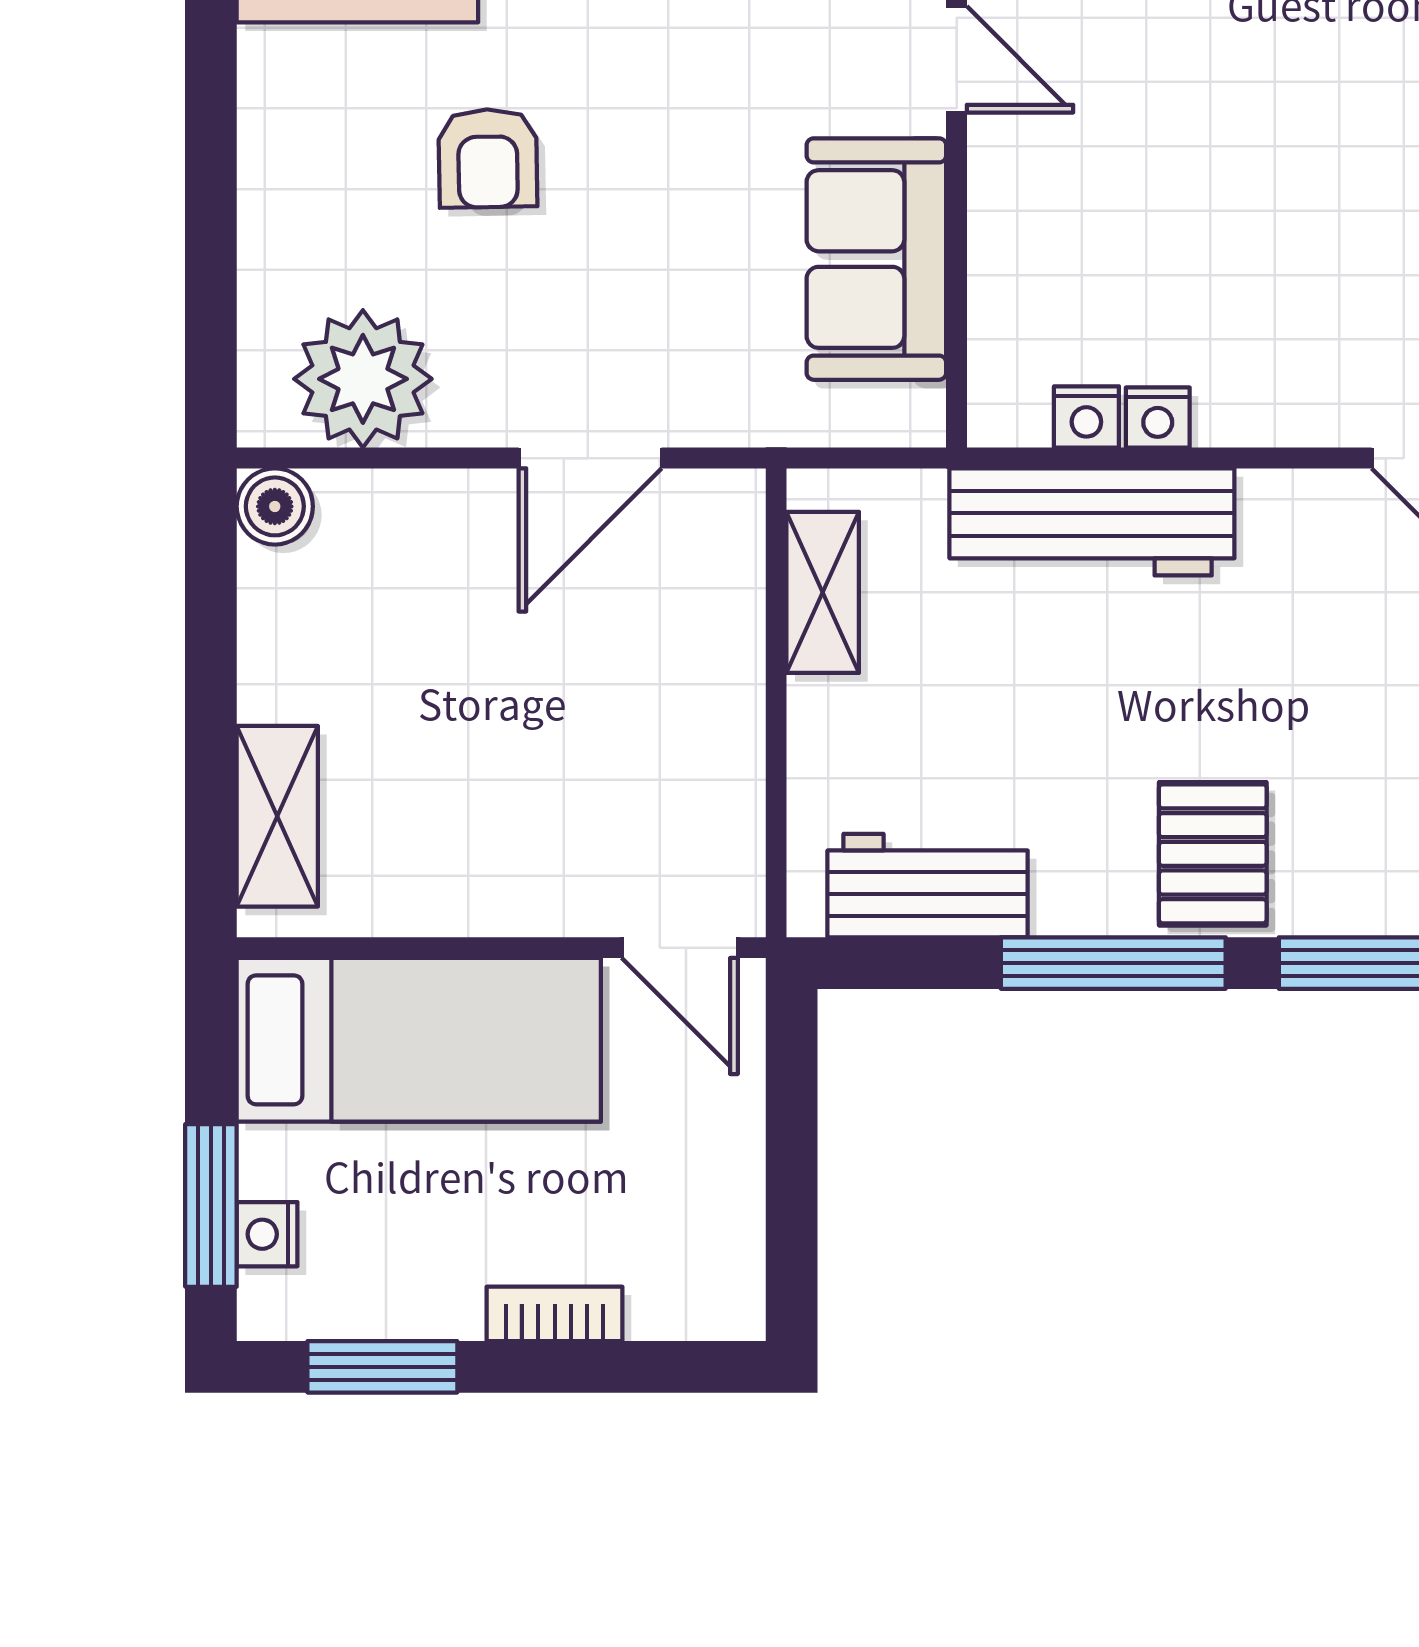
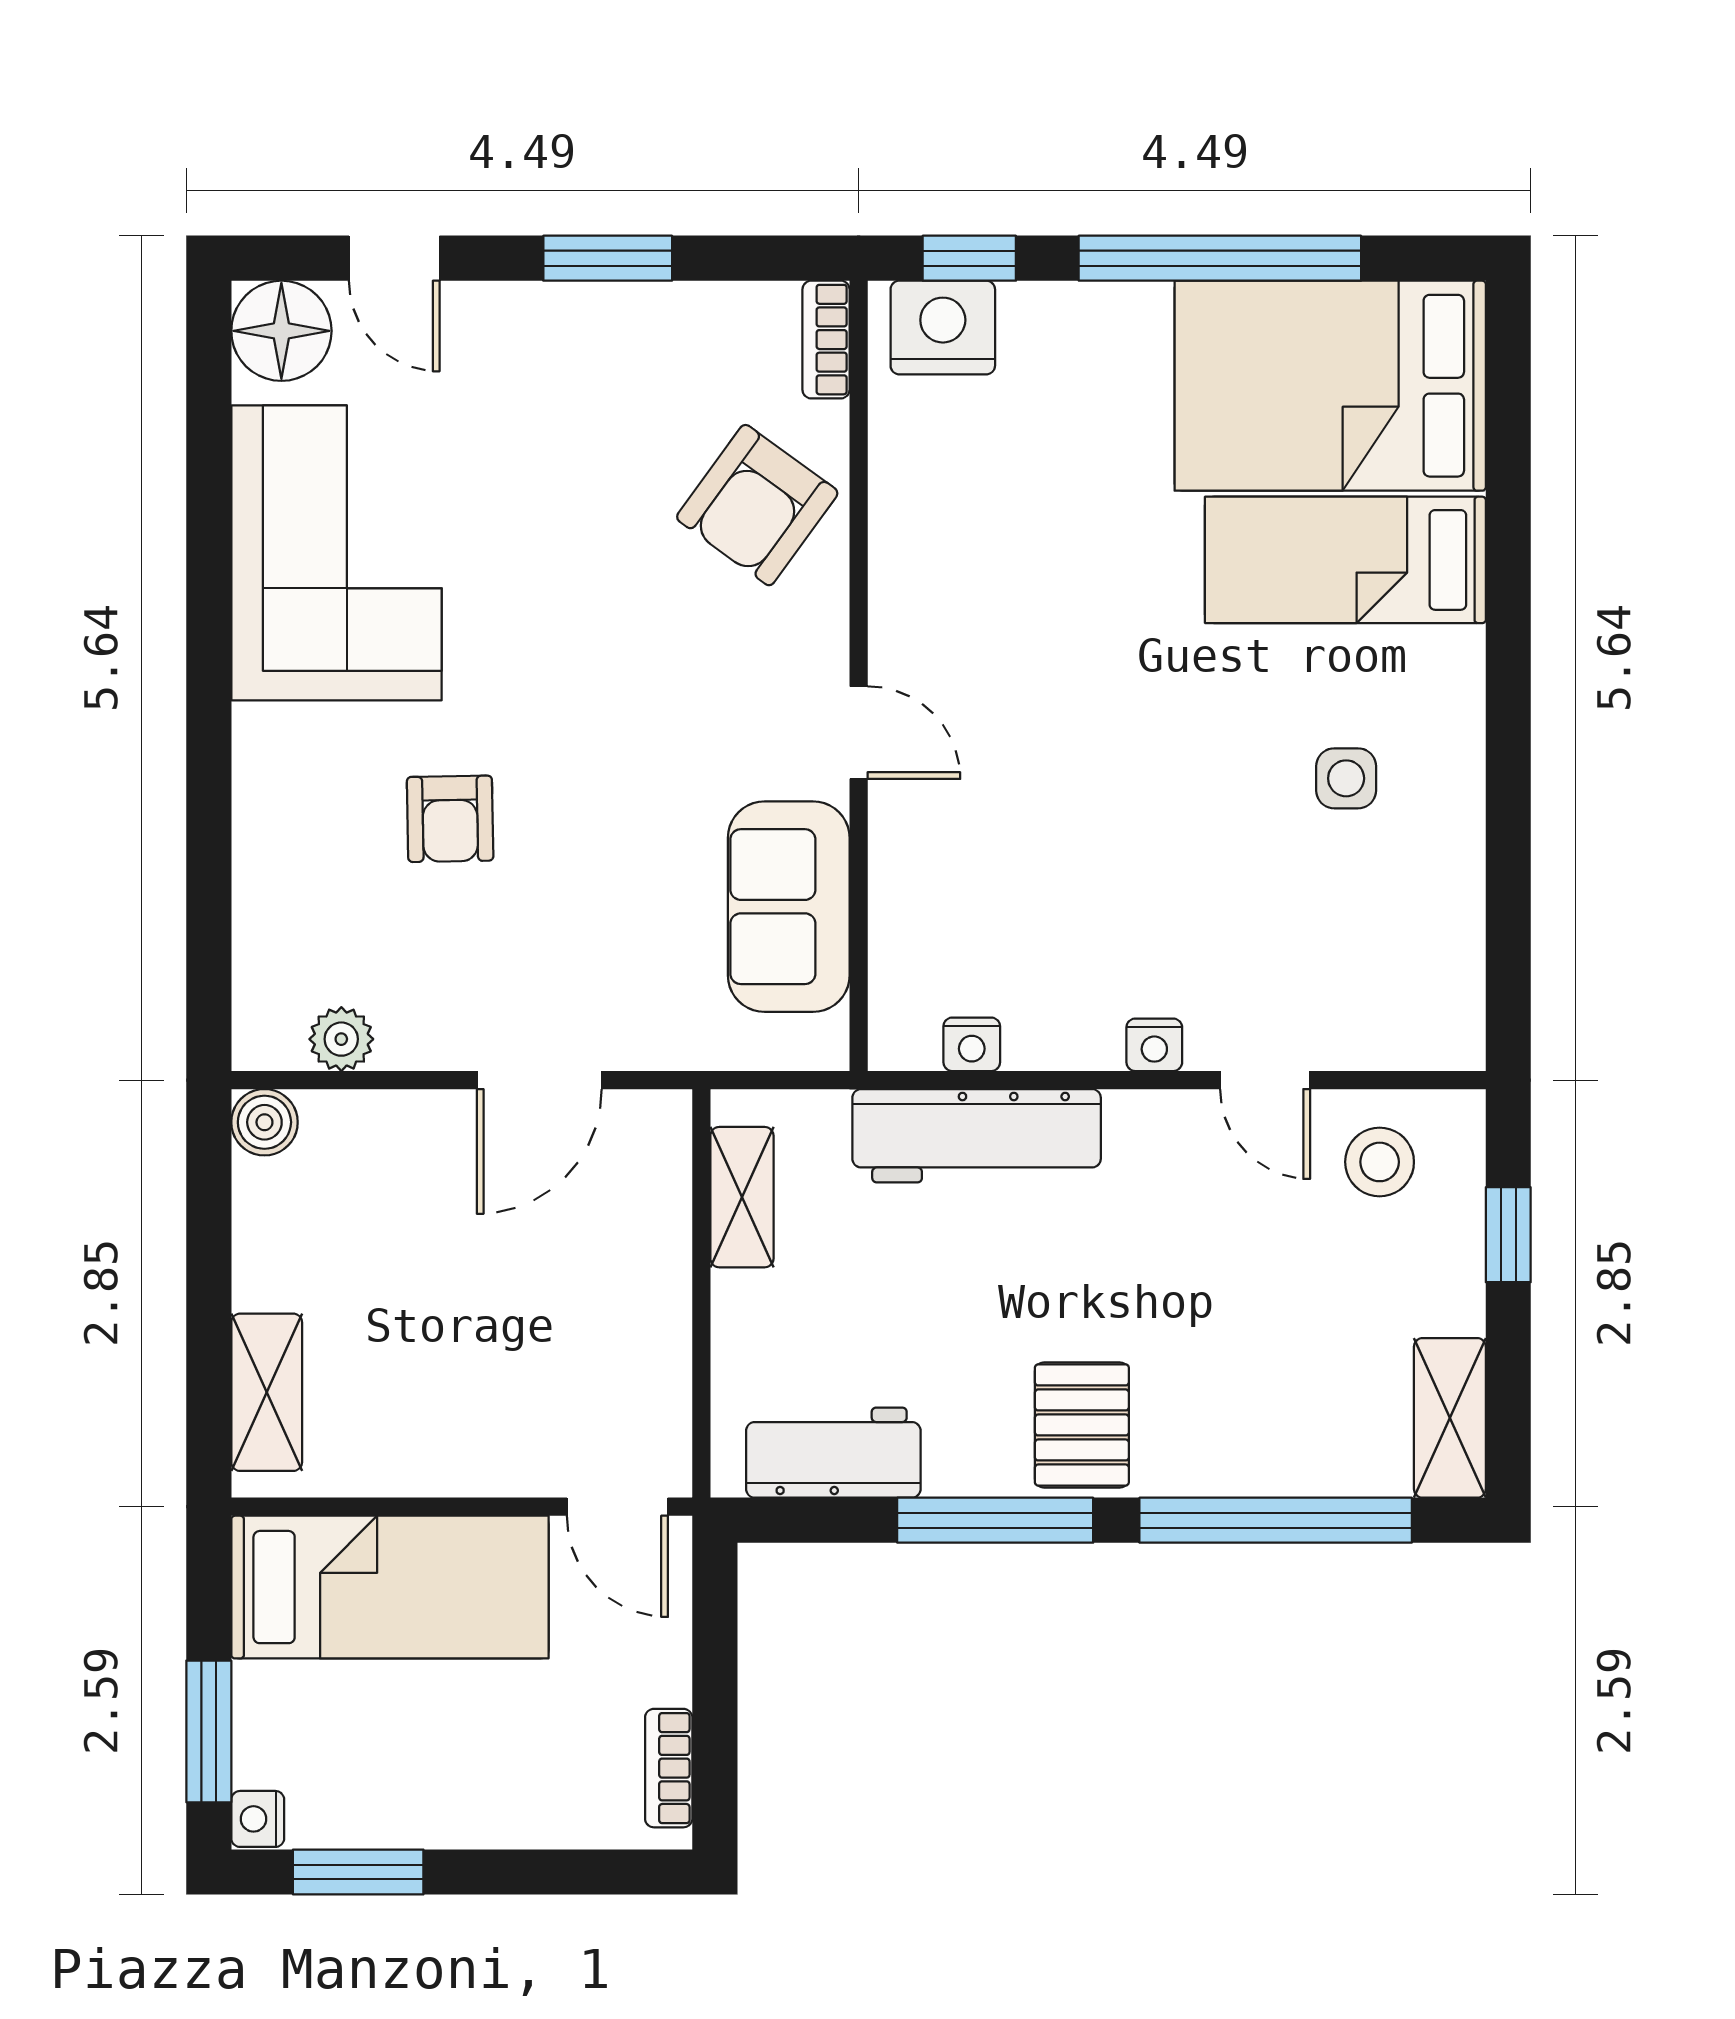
plant: (363, 379) -> (341, 1039), width x0.53, depth x0.53
nightstand: (1158, 418) -> (1154, 1045), moved
nightstand: (267, 1234) -> (258, 1819), moved
bookcase: (555, 1314) -> (669, 1768), moved, turned -90

